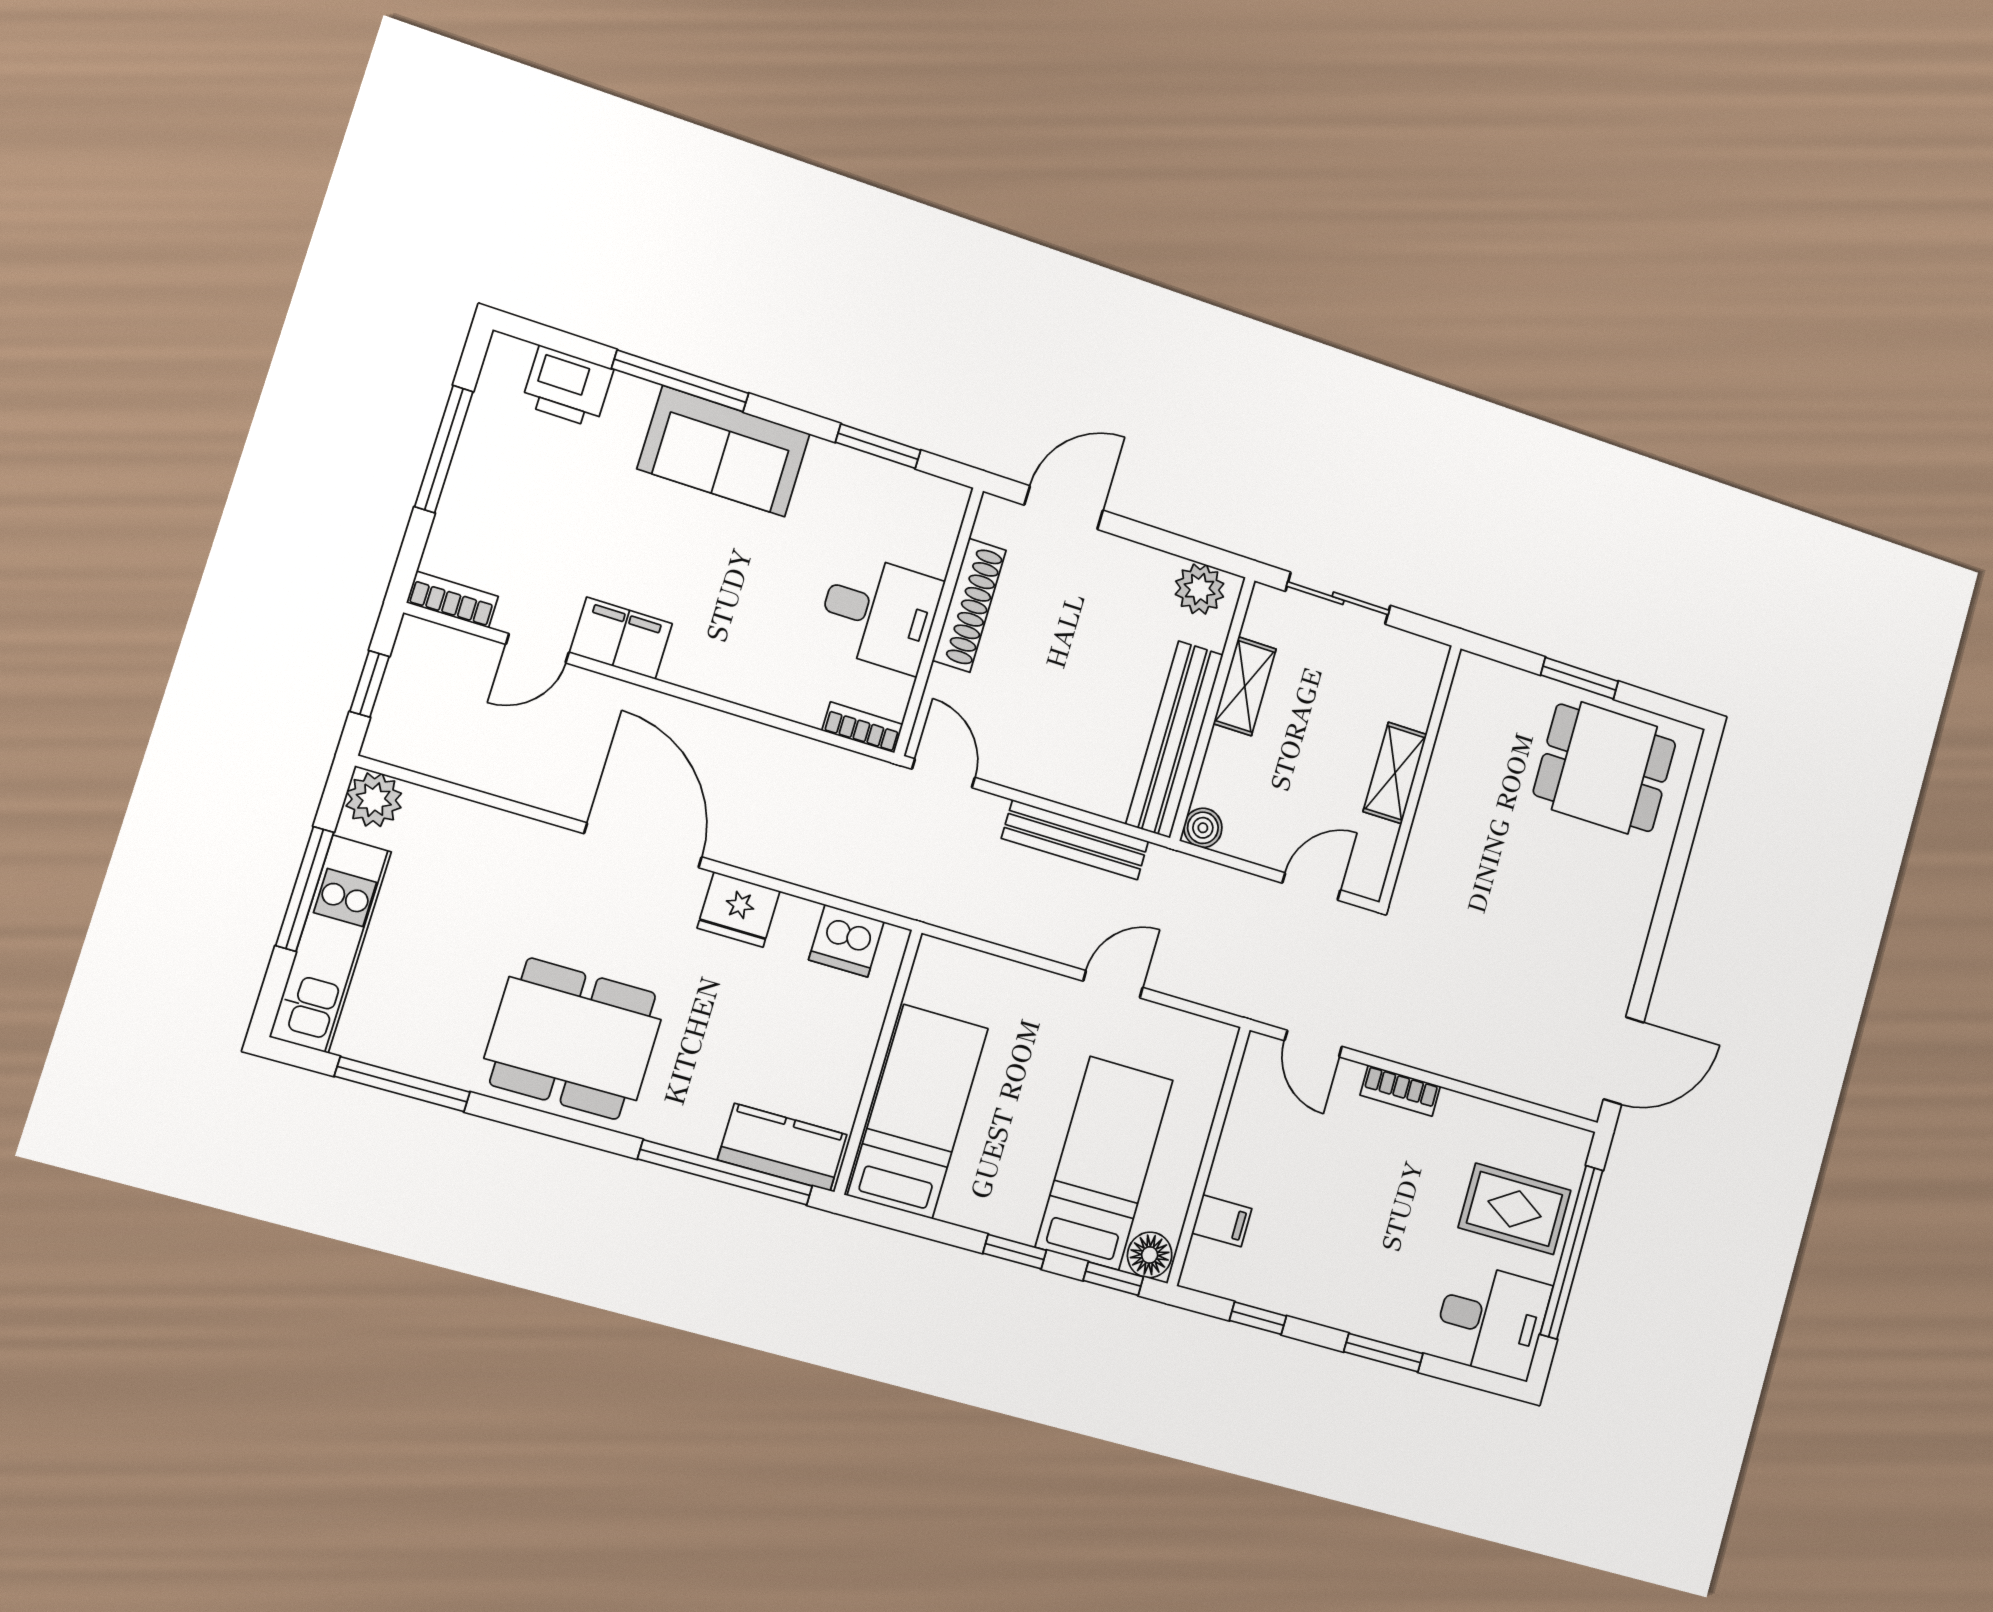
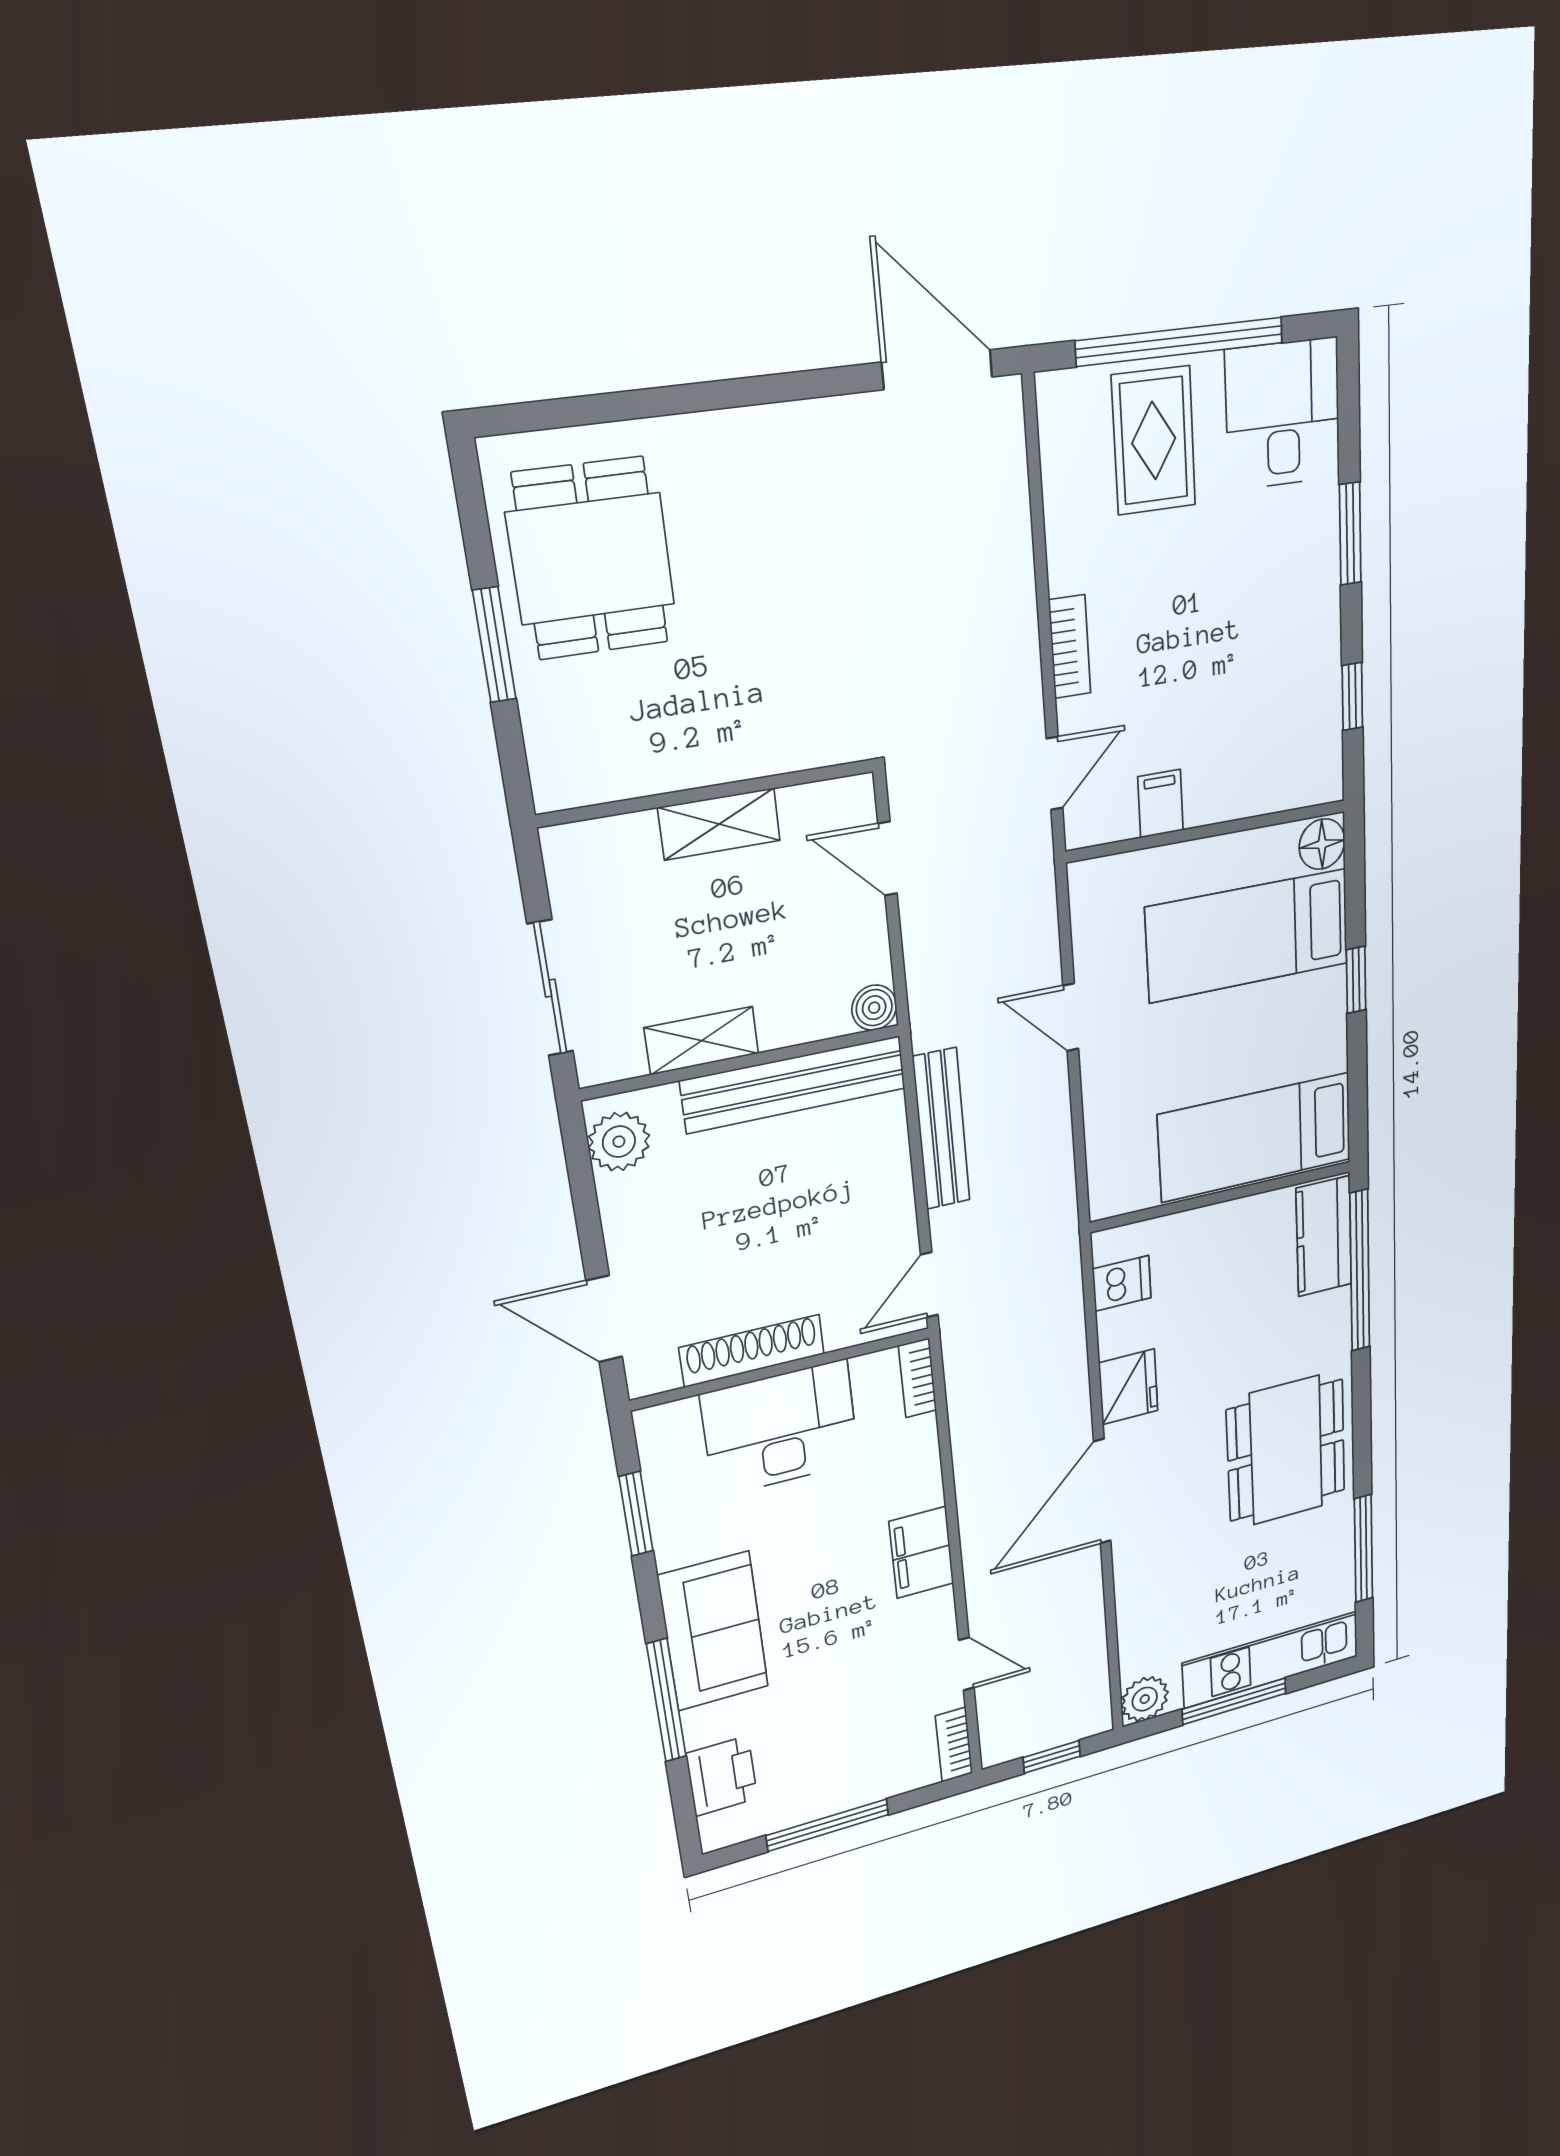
desk: (879, 613) -> (780, 1429), width x1.37
filing cabinet: (621, 638) -> (921, 1552), moved
dishwasher: (846, 941) -> (1122, 1283), width x0.73
filing cabinet: (1222, 1221) -> (1161, 804), moved
window: (1113, 1279) -> (1355, 870), removed

